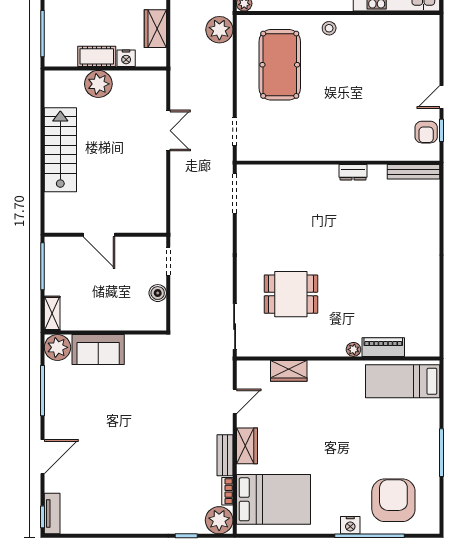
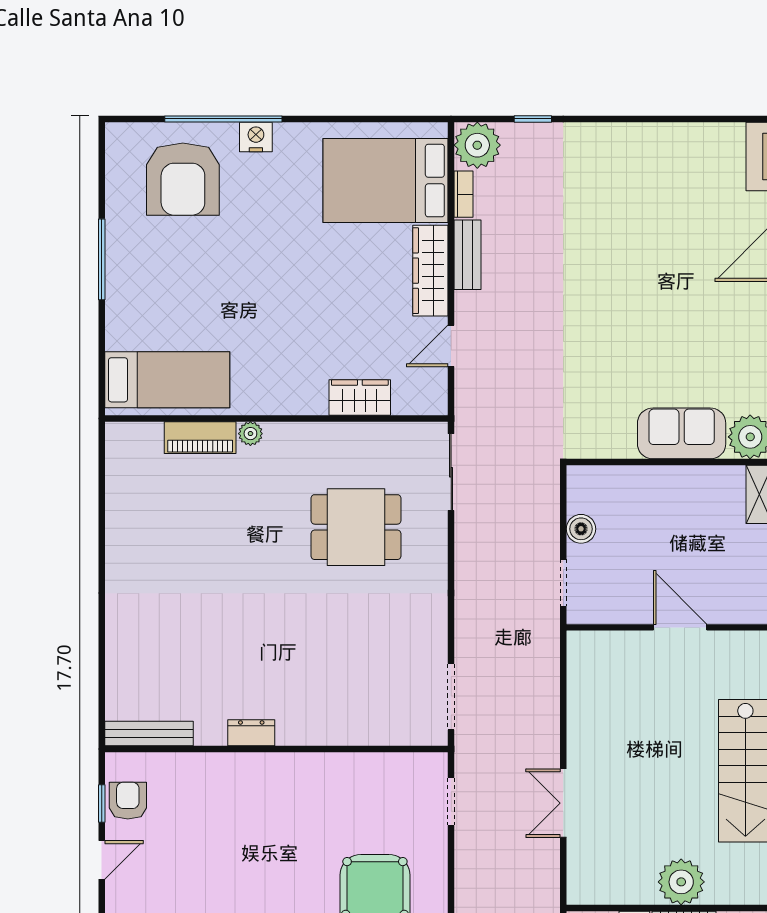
wardrobe: (247, 446) -> (430, 271), width x1.50

